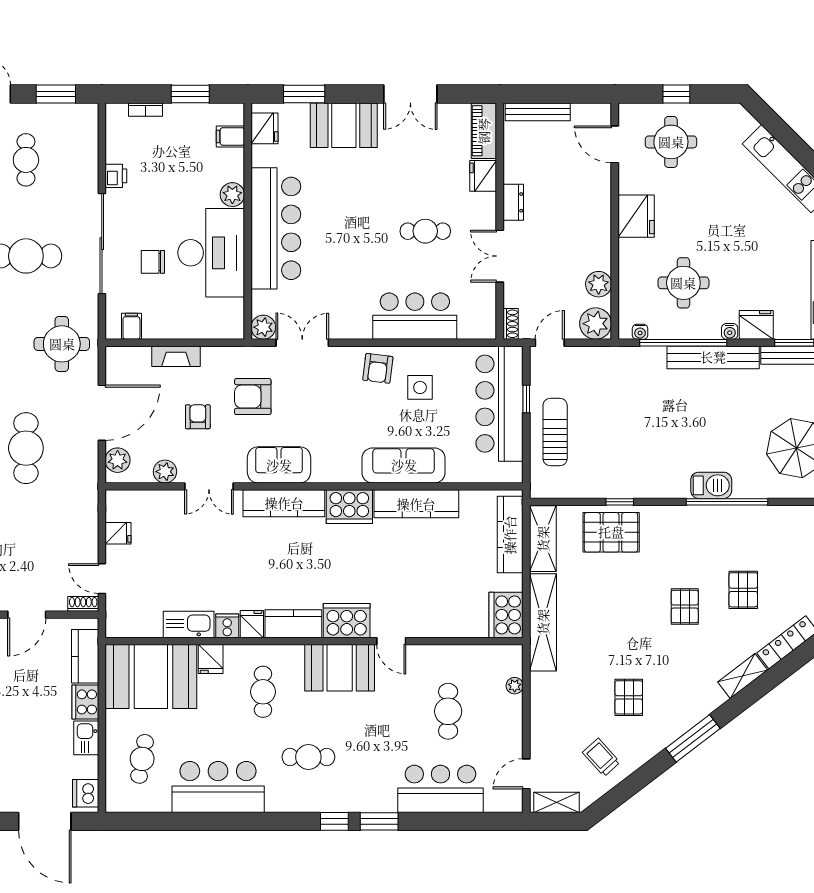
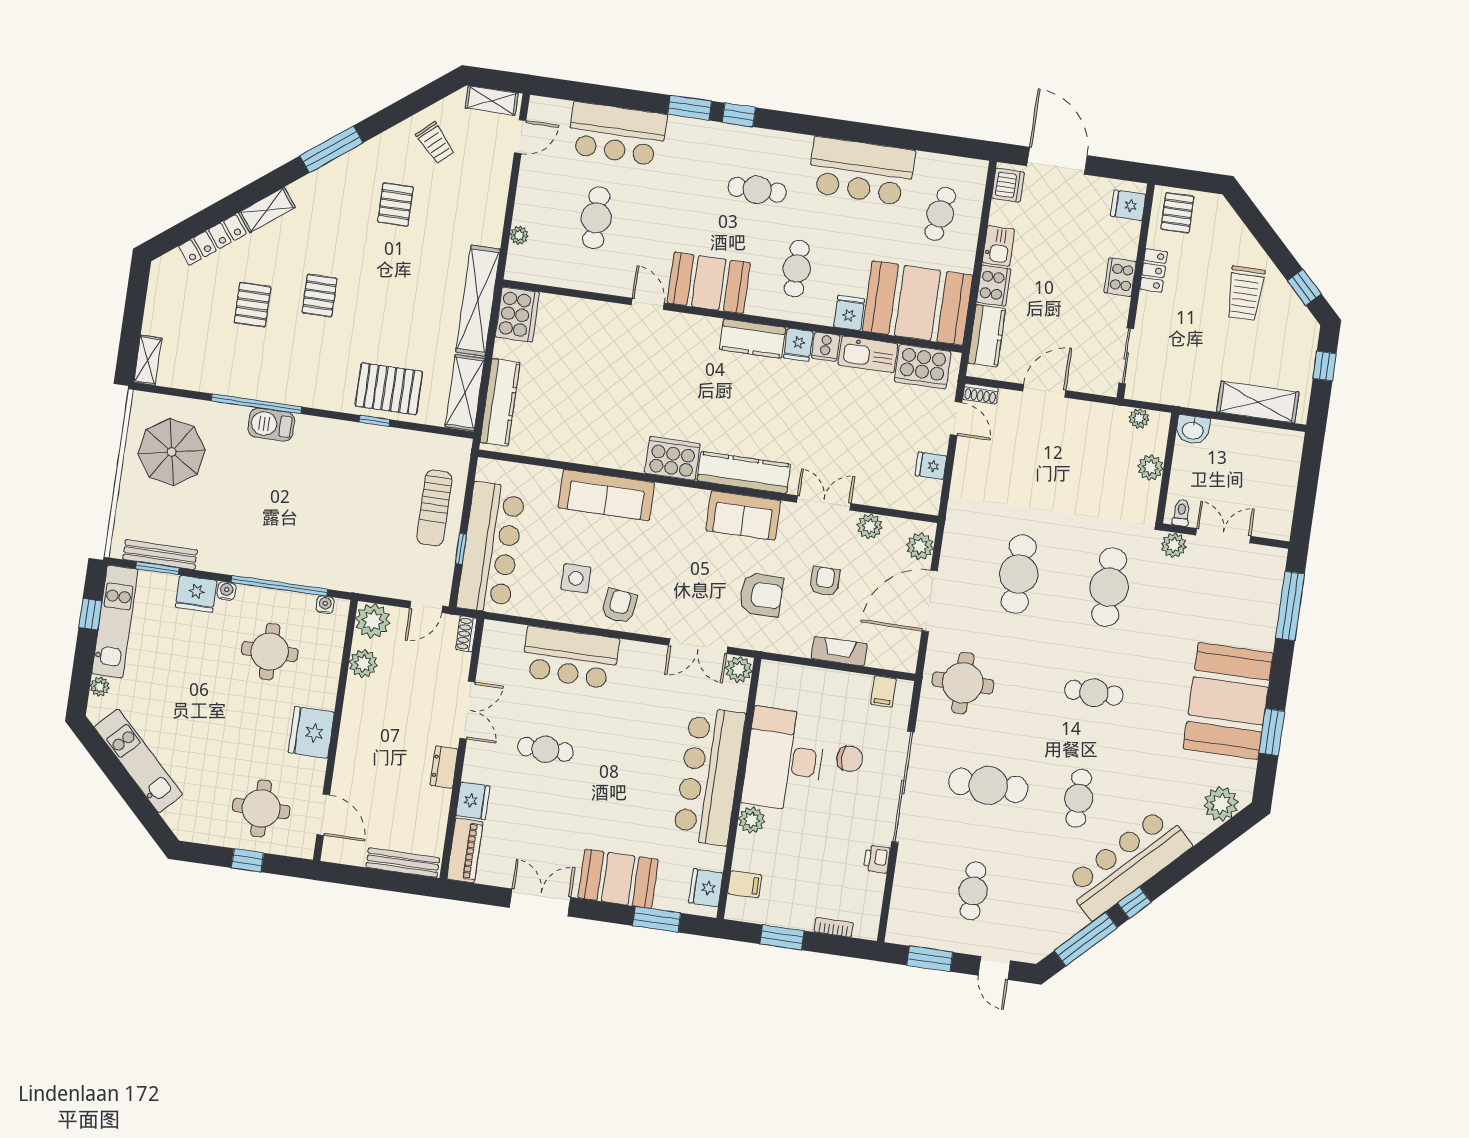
bench: (713, 357) -> (249, 565), removed
armchair: (198, 417) -> (825, 581), turned 180
kitchen counter: (416, 504) -> (598, 451), removed
cooker: (347, 621) -> (923, 367), moved

